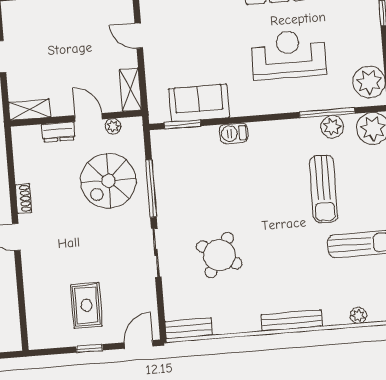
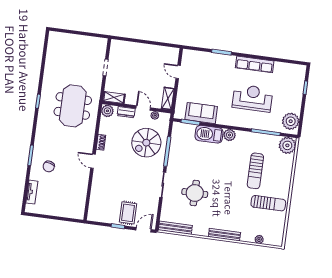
plant: (332, 127) -> (229, 135), moved
barbecue: (234, 133) -> (209, 134), width x1.88, depth x1.53
plant: (23, 137) -> (107, 111), added
round table: (219, 255) -> (195, 193), turned -31
rug: (86, 305) -> (128, 213), moved
bench: (189, 328) -> (175, 228), width x1.36

